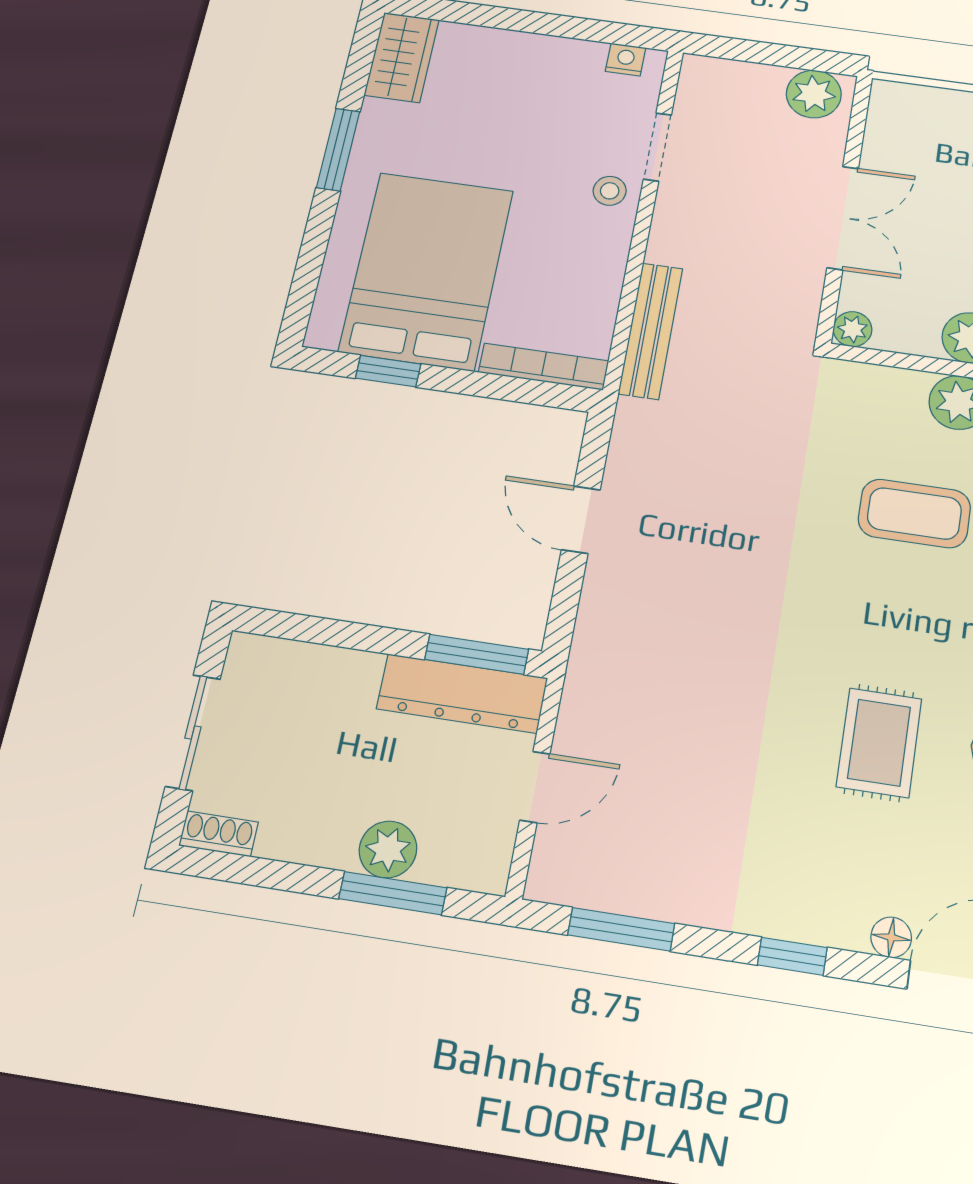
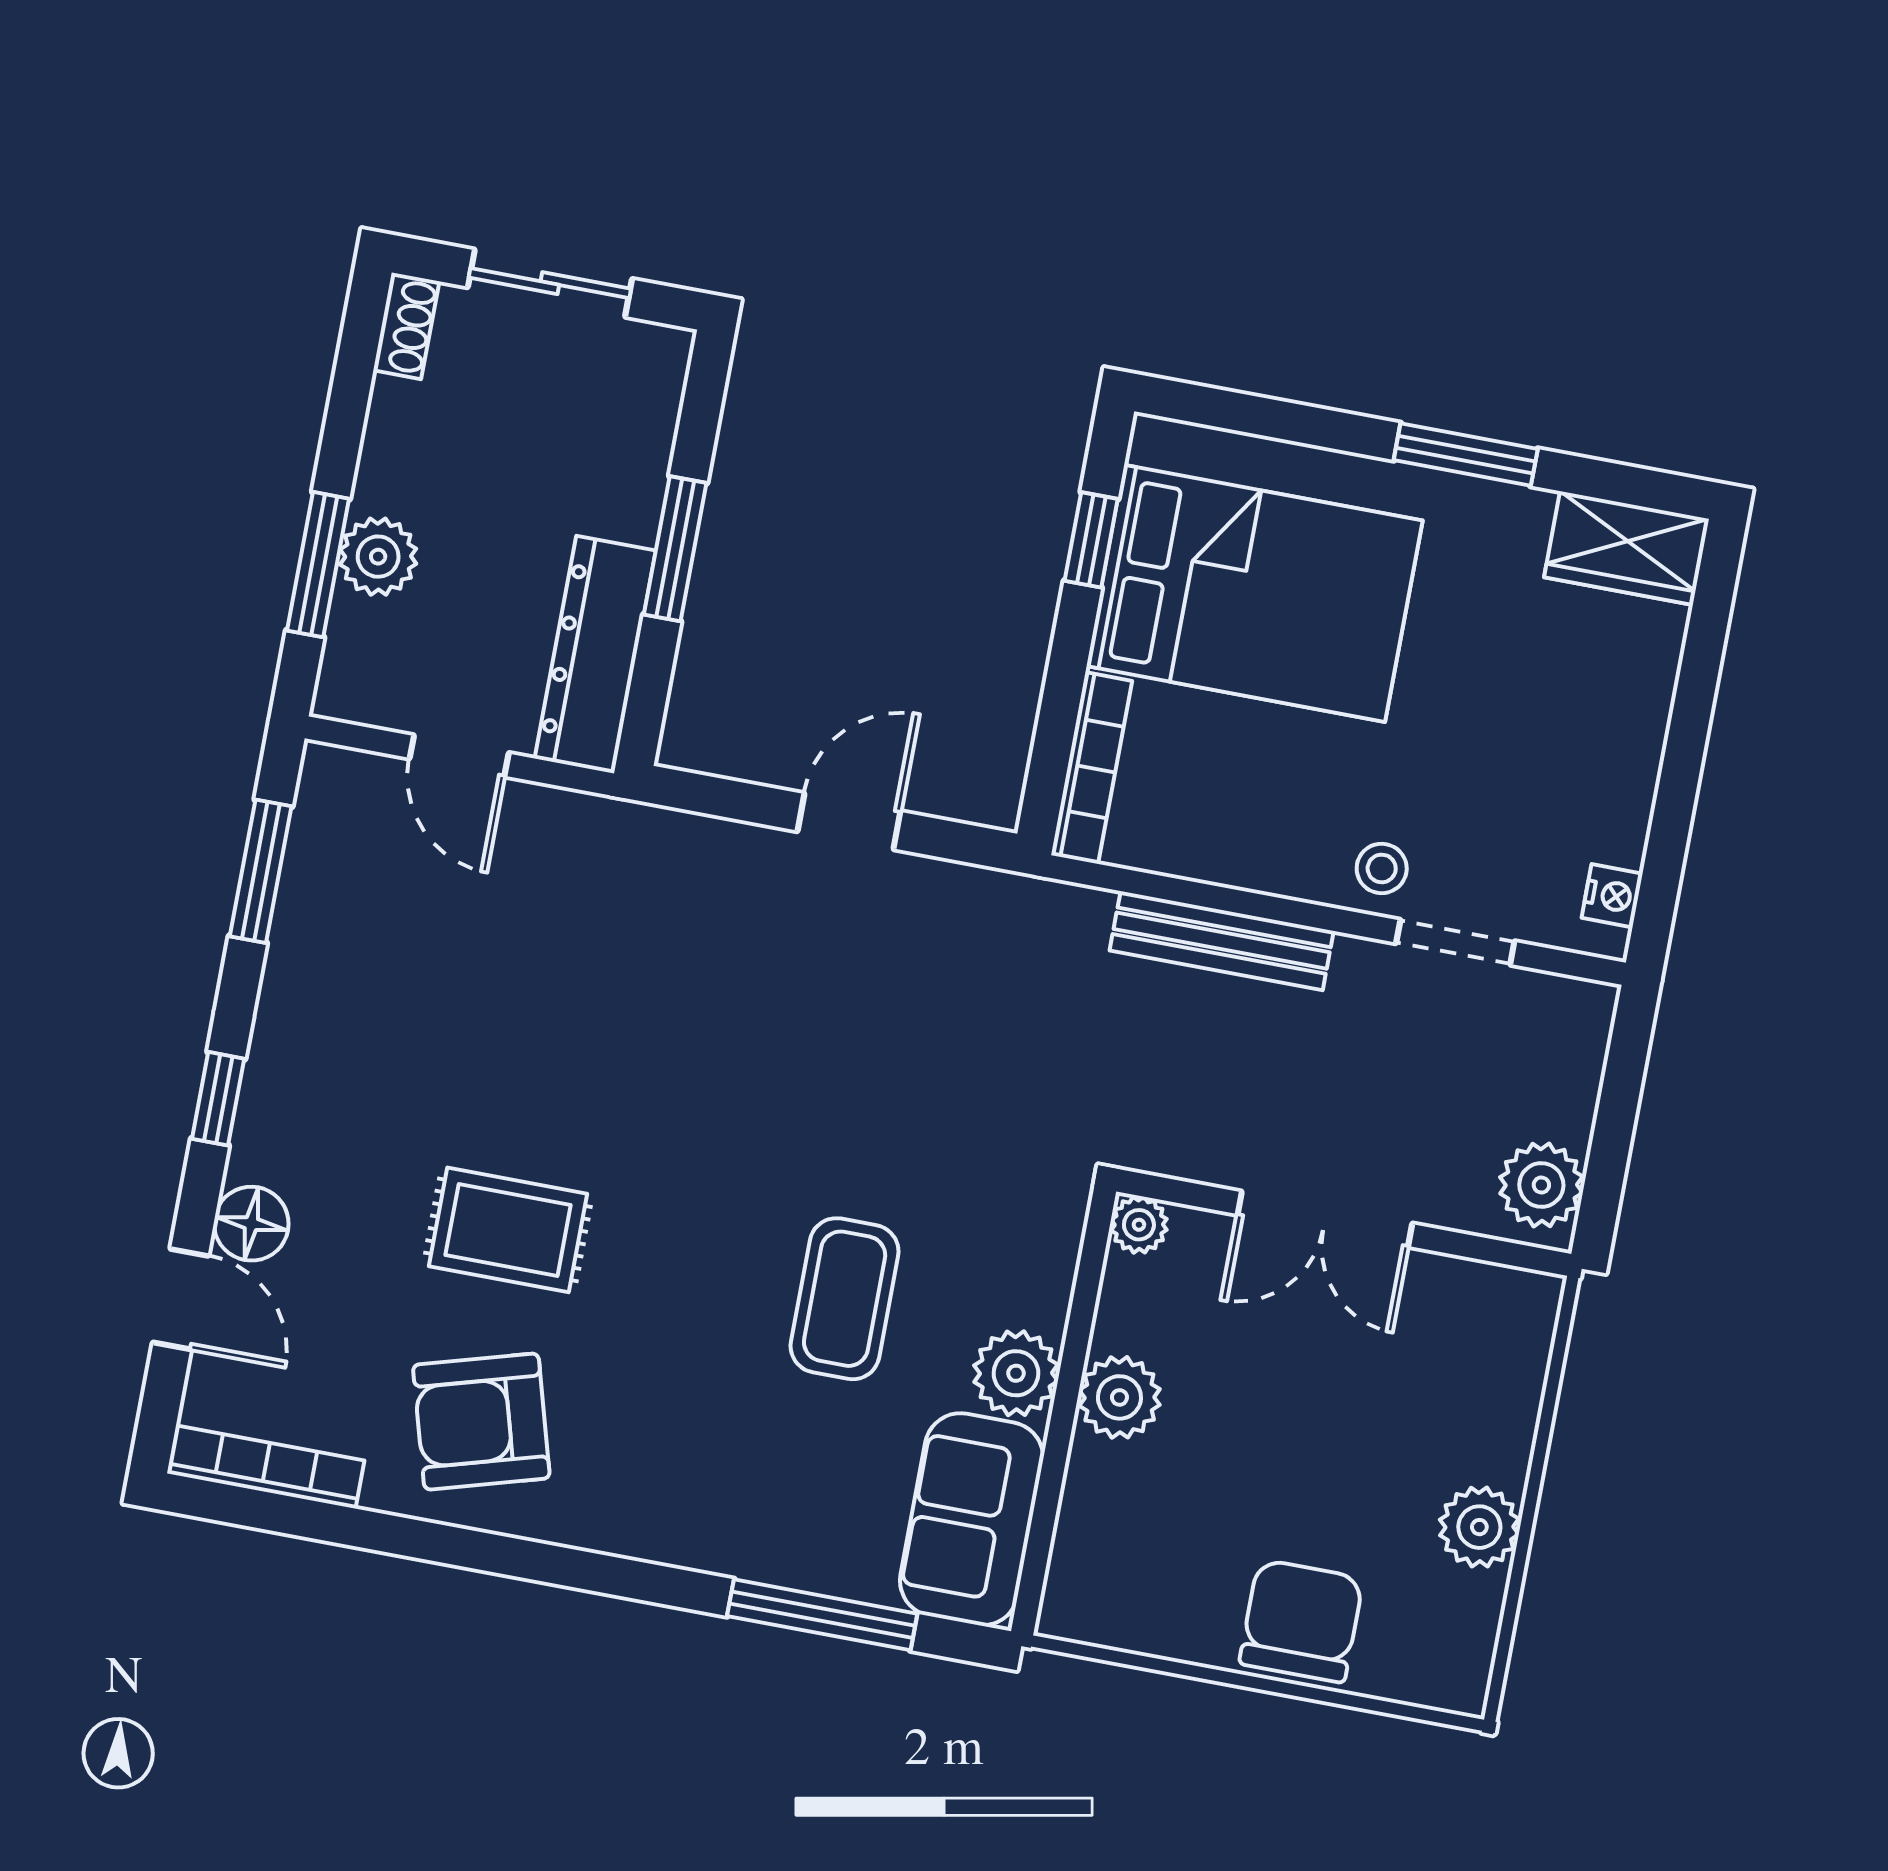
bench: (651, 331) -> (1222, 941), moved
window: (477, 654) -> (675, 549), moved
floor lamp: (891, 937) -> (251, 1224), width x1.37, depth x1.37

